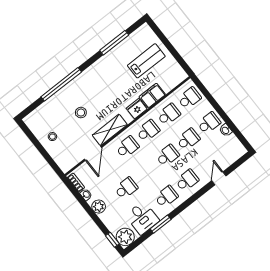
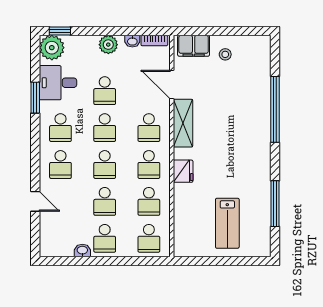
filing cabinet: (152, 96) -> (194, 46), moved, turned 90
stool: (81, 113) -> (227, 106), removed
school desk: (147, 172) -> (105, 128), added

